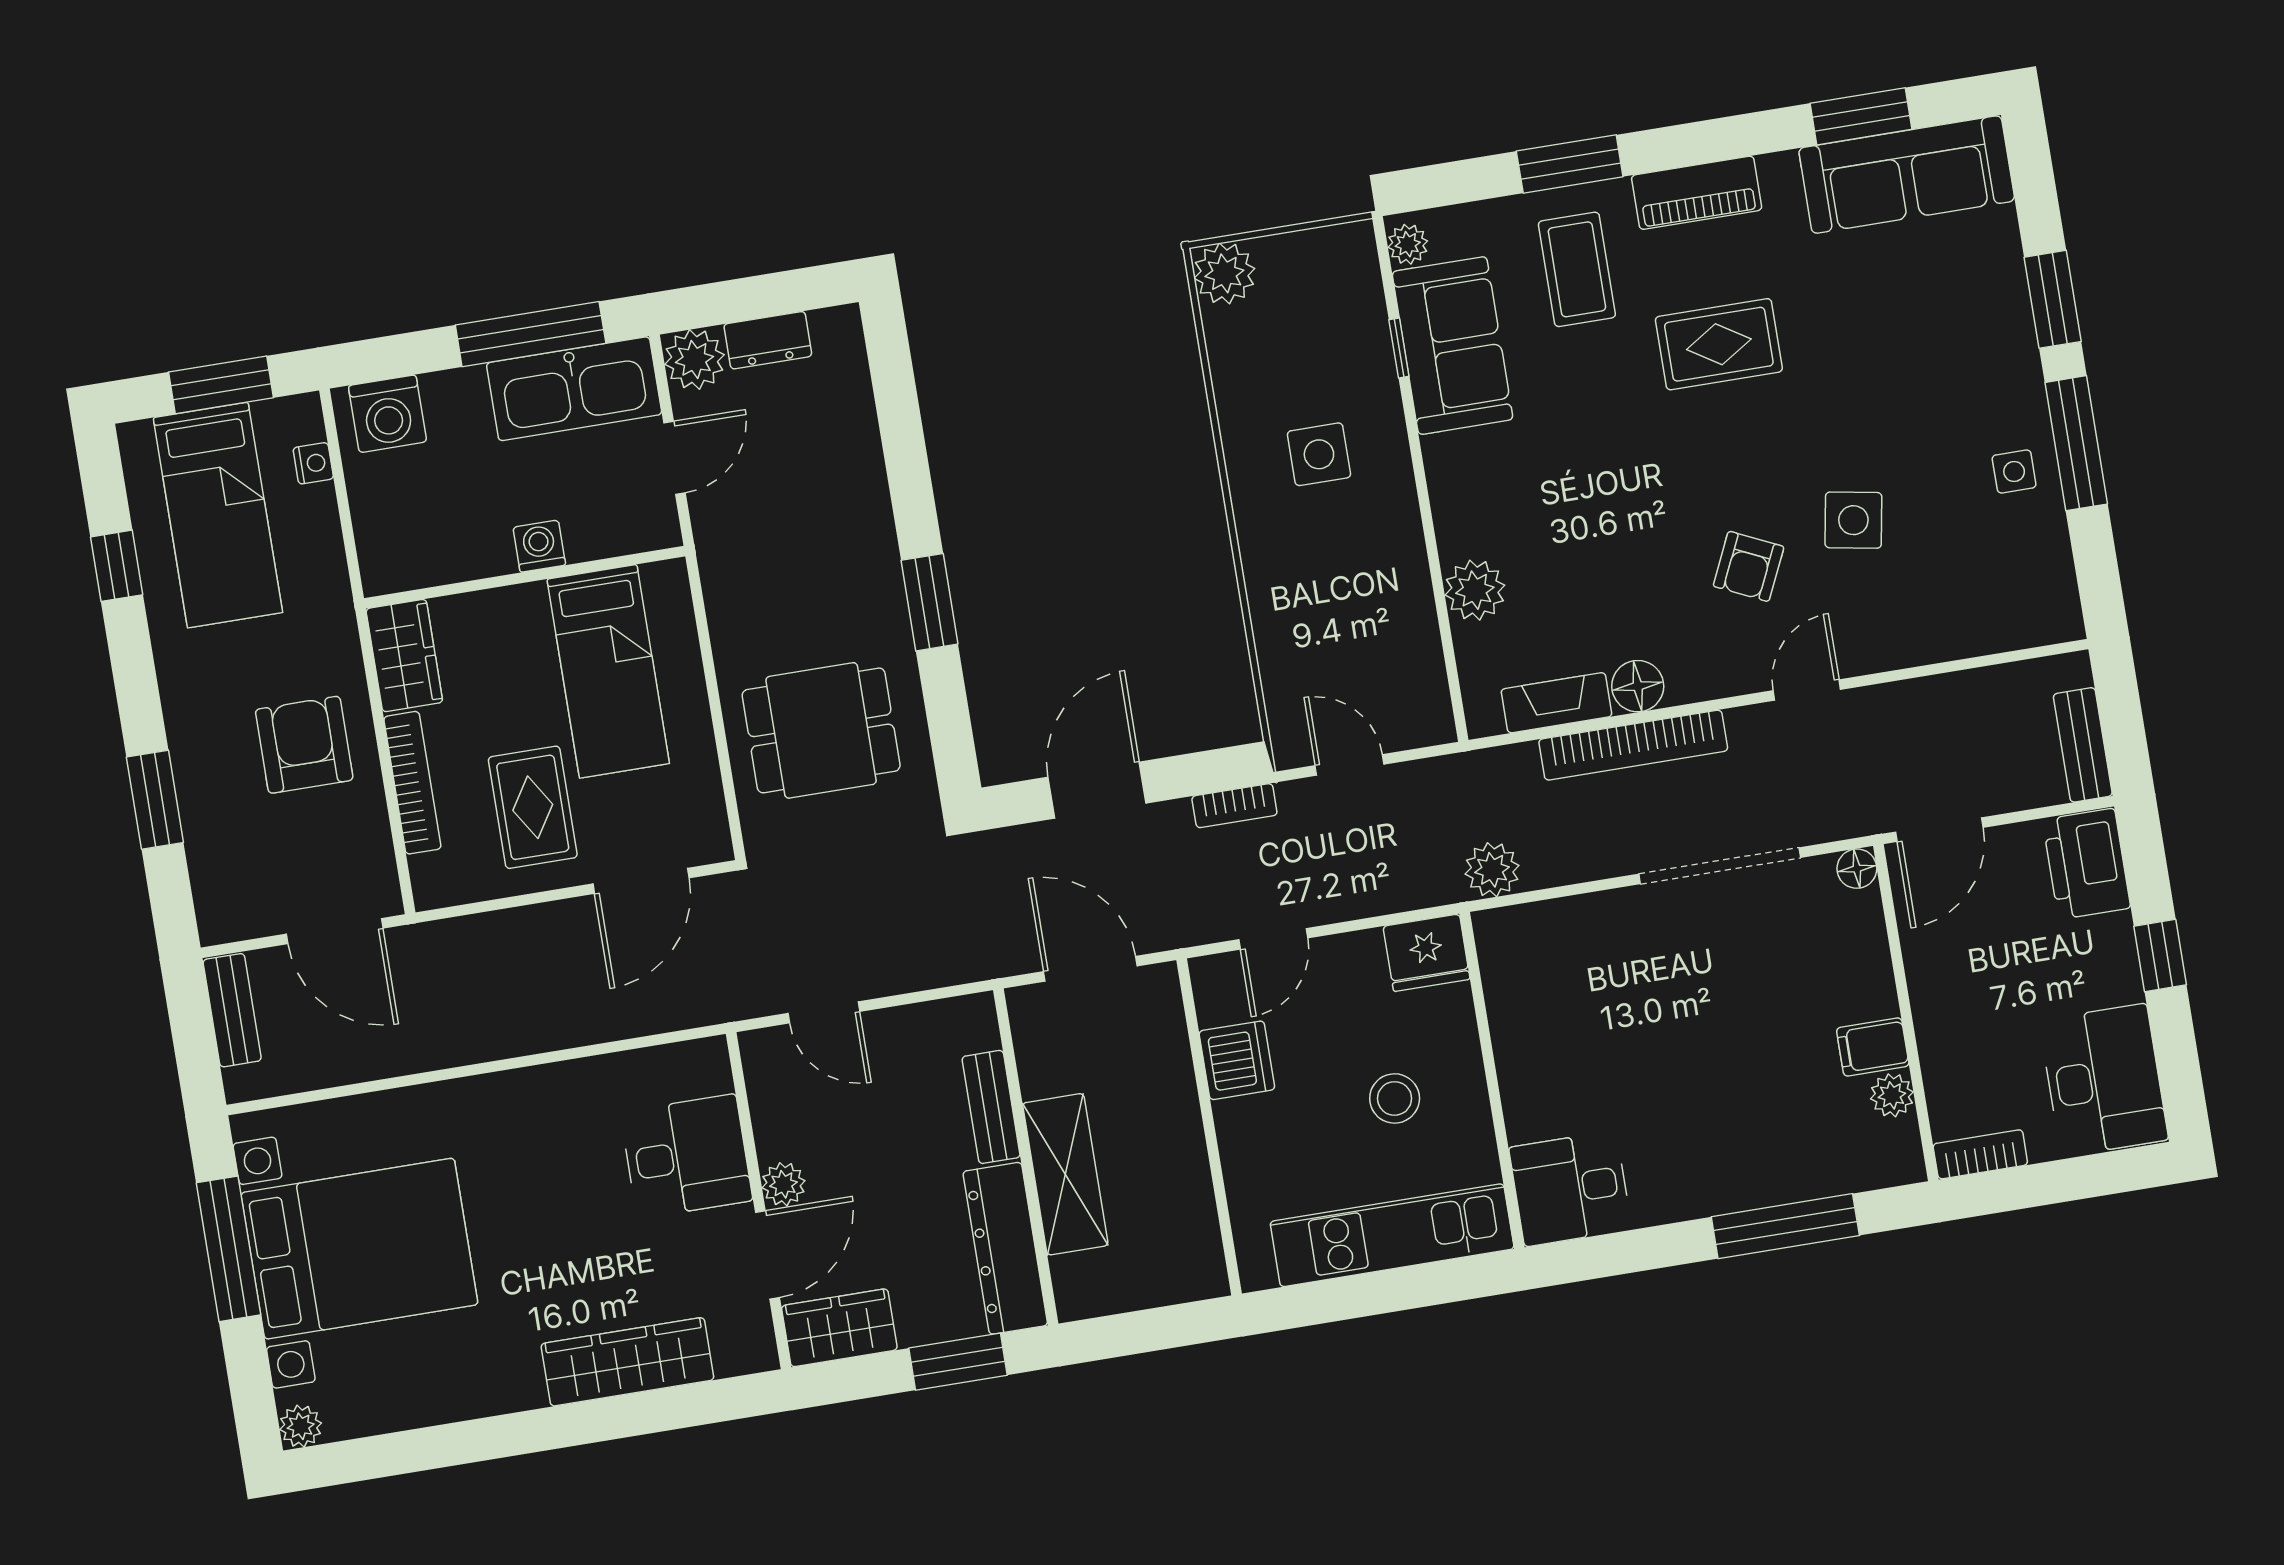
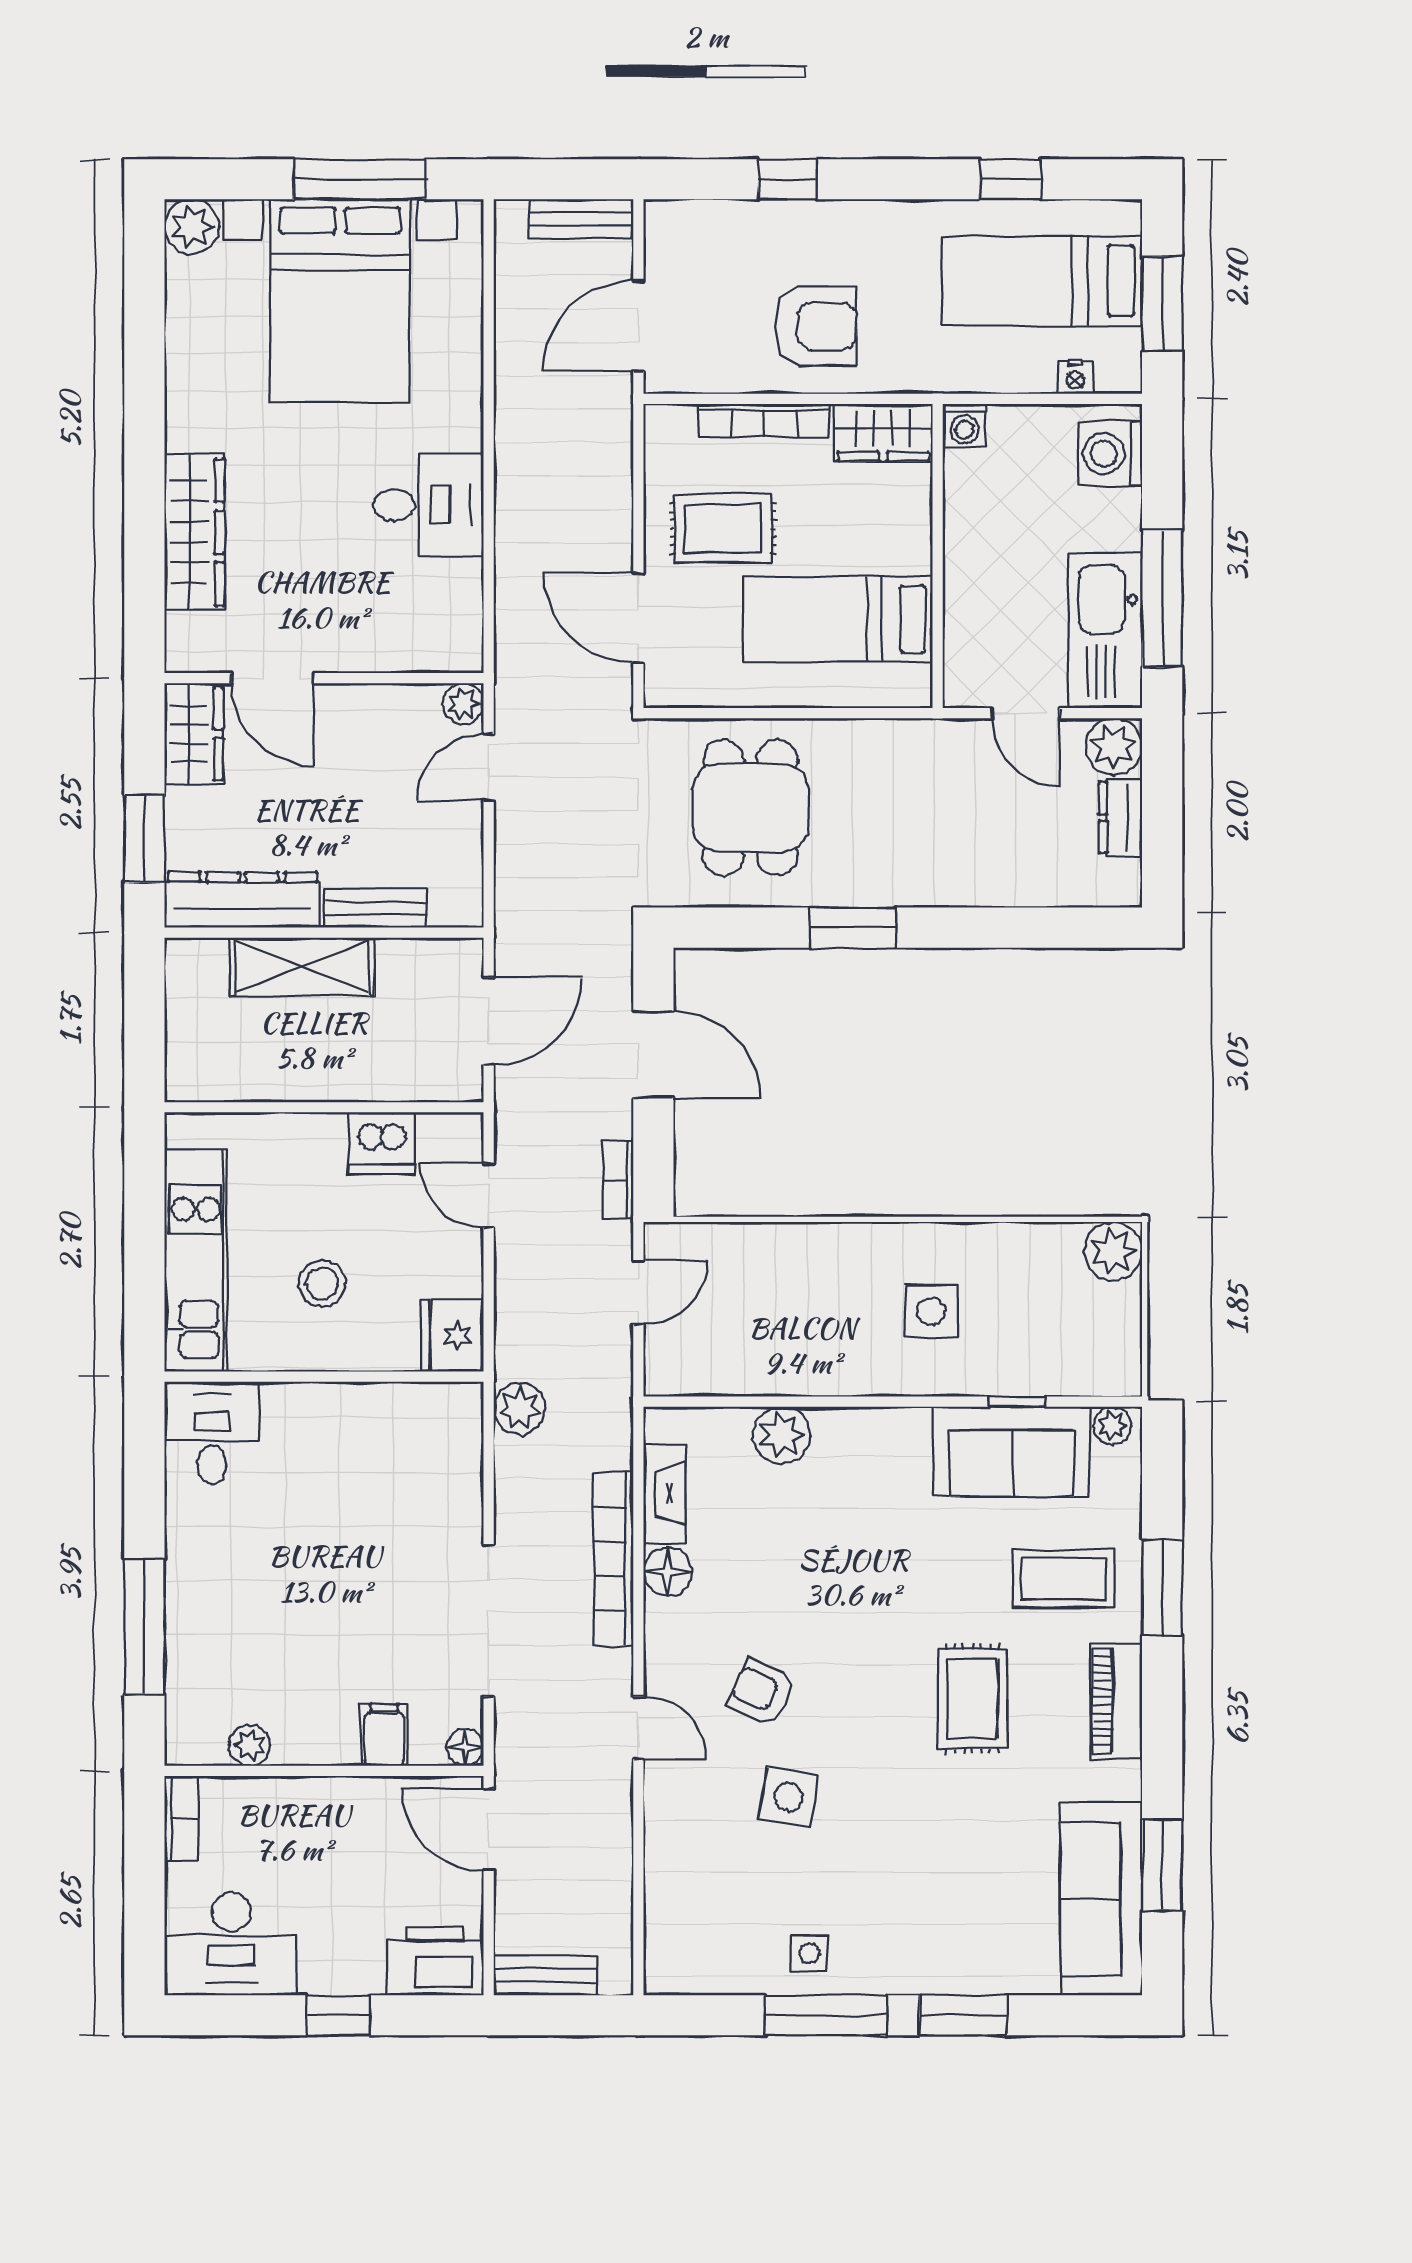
washing machine: (539, 546) -> (964, 425), moved, turned 90
window: (155, 800) -> (787, 179), width x0.67
filing cabinet: (1873, 1047) -> (384, 1735), moved
desk: (686, 1156) -> (428, 505), moved, turned -90
plant: (783, 1184) -> (463, 704), moved
plant: (301, 1426) -> (192, 227), width x1.38, depth x1.38

